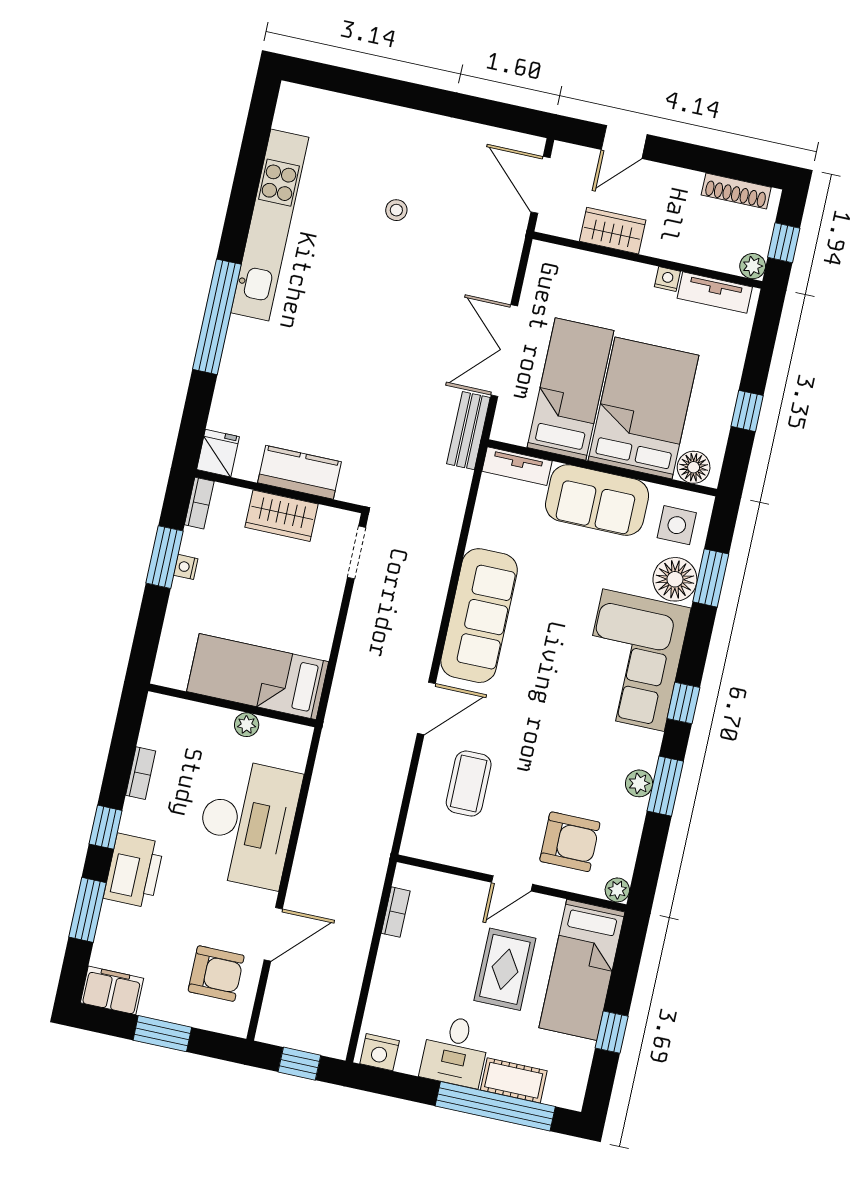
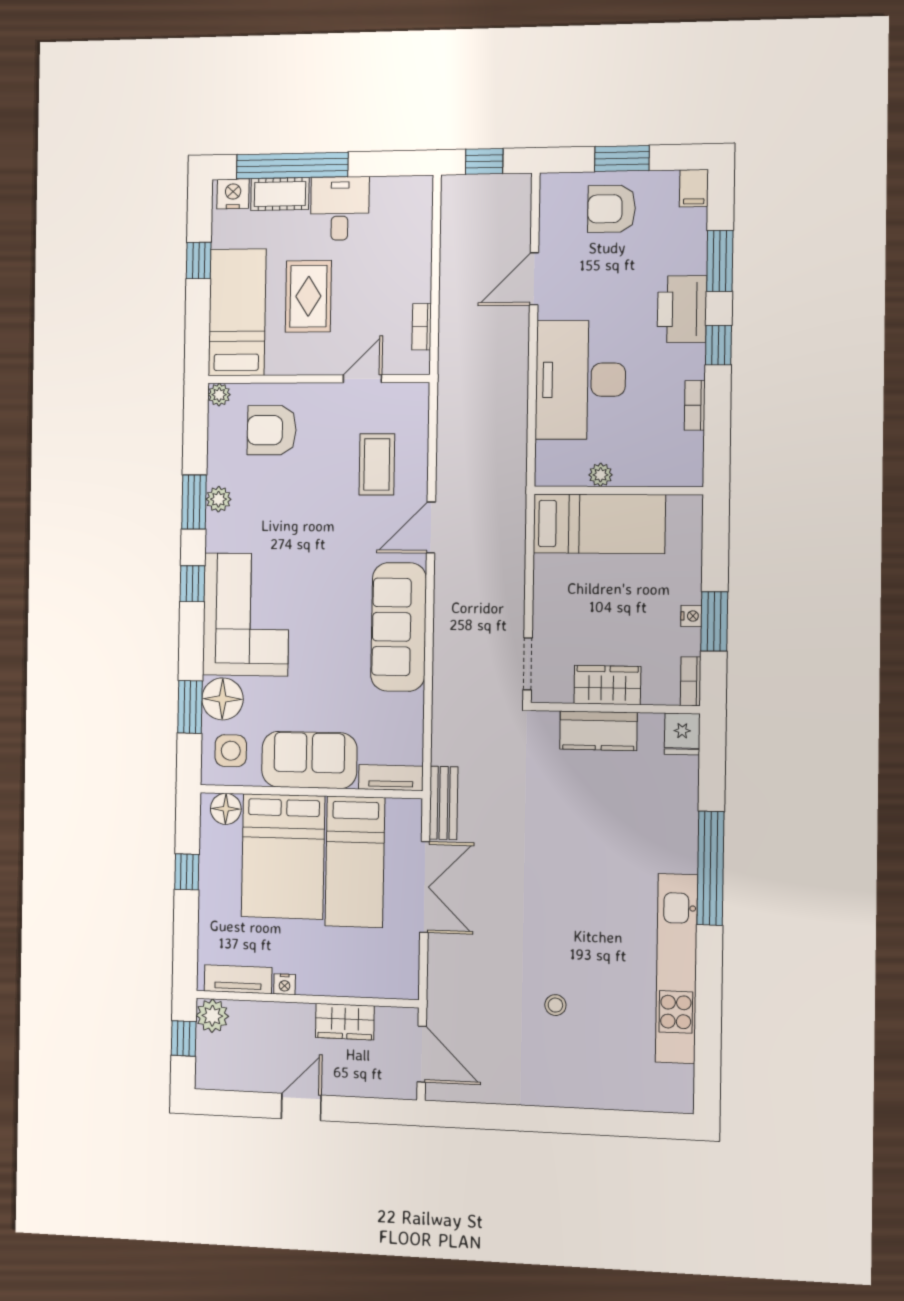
door: (624, 142) -> (301, 1107), moved
shoe rack: (736, 191) -> (237, 1080), removed
plant: (753, 266) -> (212, 1016), width x1.38, depth x1.38
door: (512, 883) -> (362, 379), moved
armchair: (216, 974) -> (612, 209), moved
filing cabinet: (112, 990) -> (694, 188), width x0.50
nightstand: (380, 1052) -> (233, 194), moved

